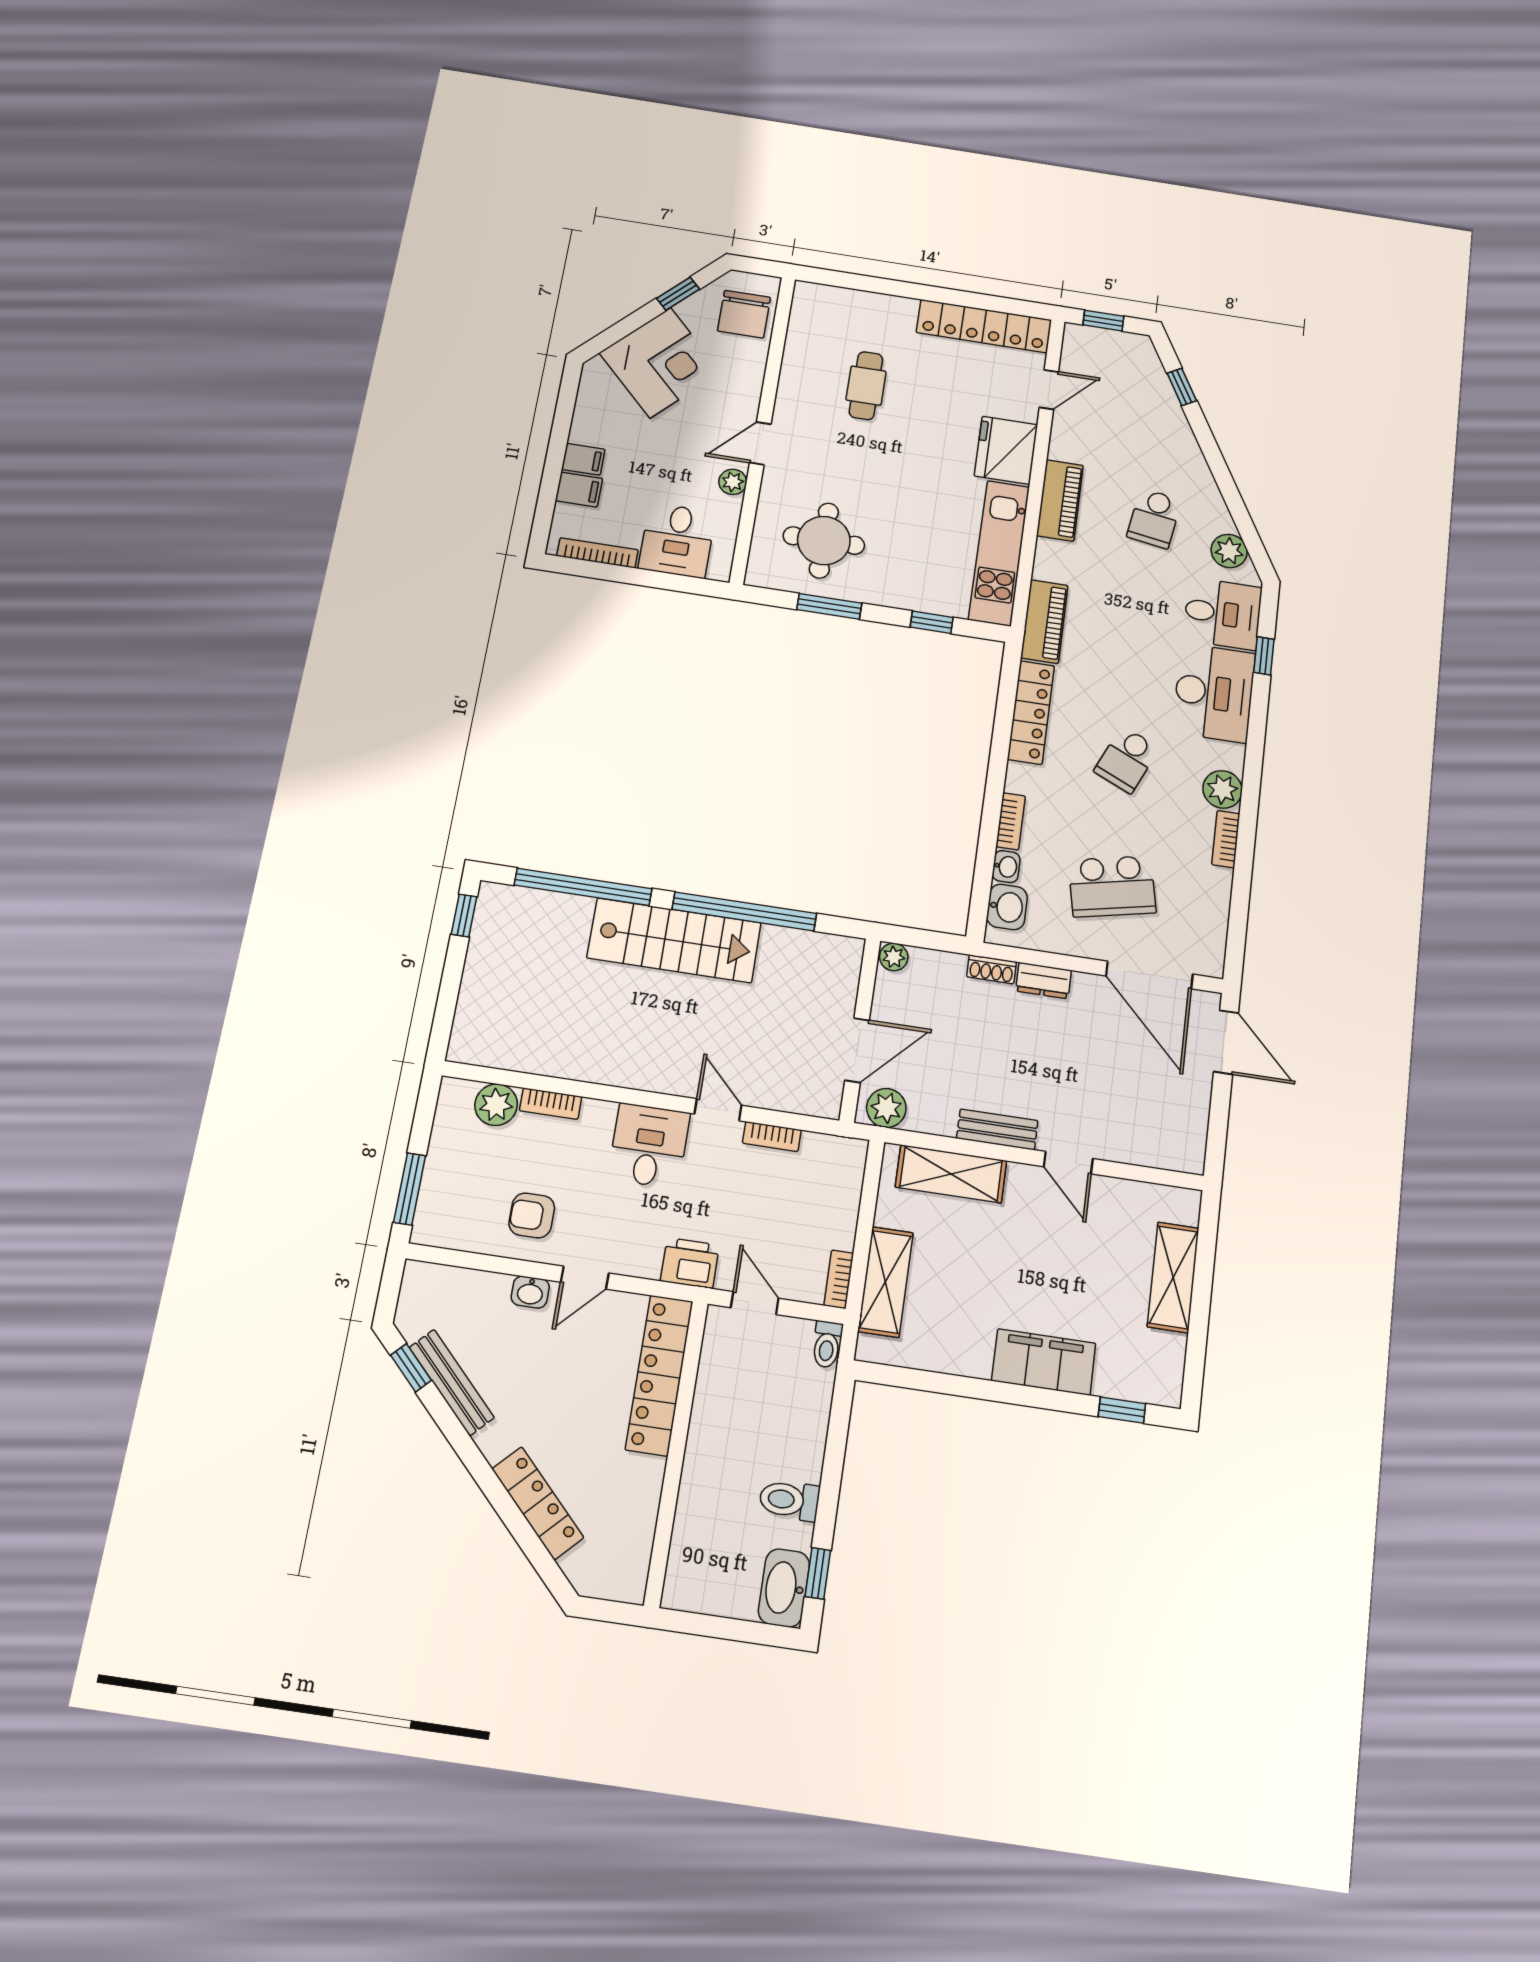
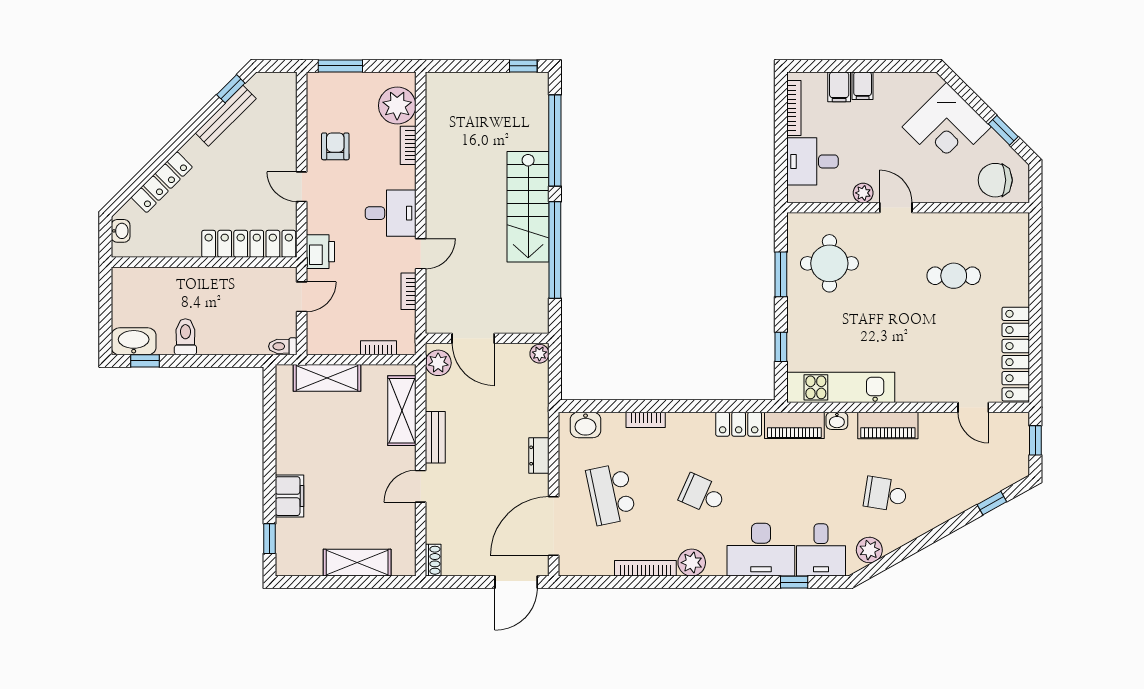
fridge: (1006, 450) -> (920, 382), removed
locker: (1031, 712) -> (739, 424), width x0.66
bookcase: (1226, 839) -> (645, 568), width x1.56
washbasin: (1006, 867) -> (837, 421), moved
shoe rack: (991, 969) -> (433, 560), moved, turned 180
plant: (496, 1105) -> (397, 106), width x1.36, depth x1.36
bookcase: (839, 1279) -> (378, 348), moved
washbasin: (530, 1292) -> (121, 231), moved, turned 180
filing cabinet: (1044, 1362) -> (290, 496), width x0.67, depth x0.86

